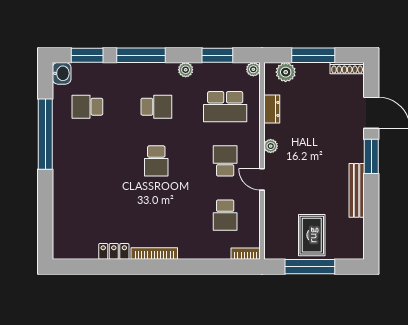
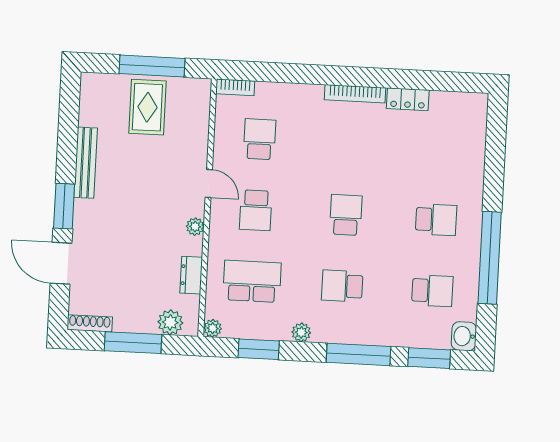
school desk: (87, 161) -> (436, 220), added

